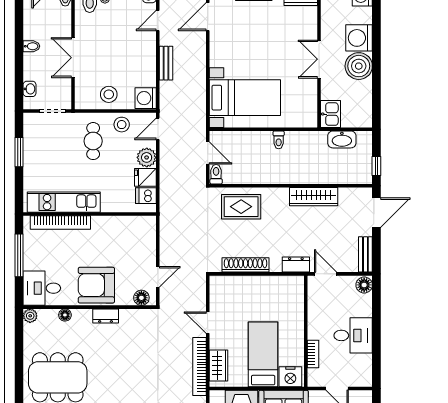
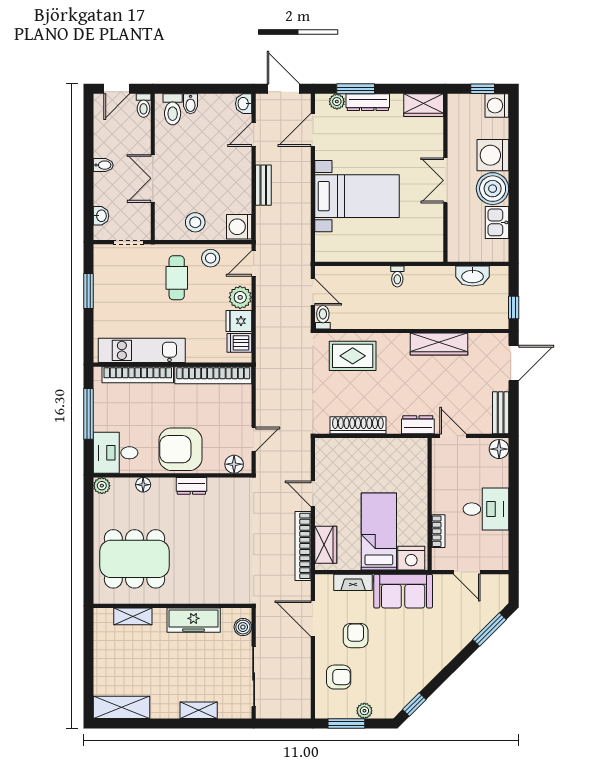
bed with nightstands: (245, 98) -> (357, 196), moved
kitchen sink: (331, 114) -> (497, 222), moved, turned 180
bookcase: (124, 223) -> (213, 375), added

